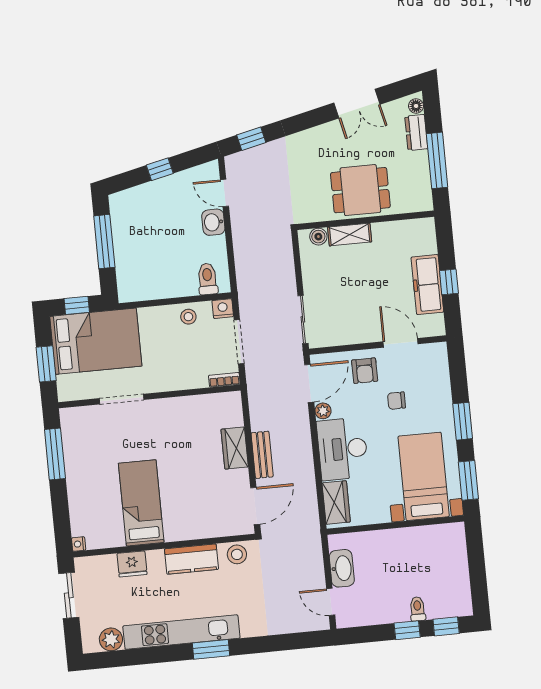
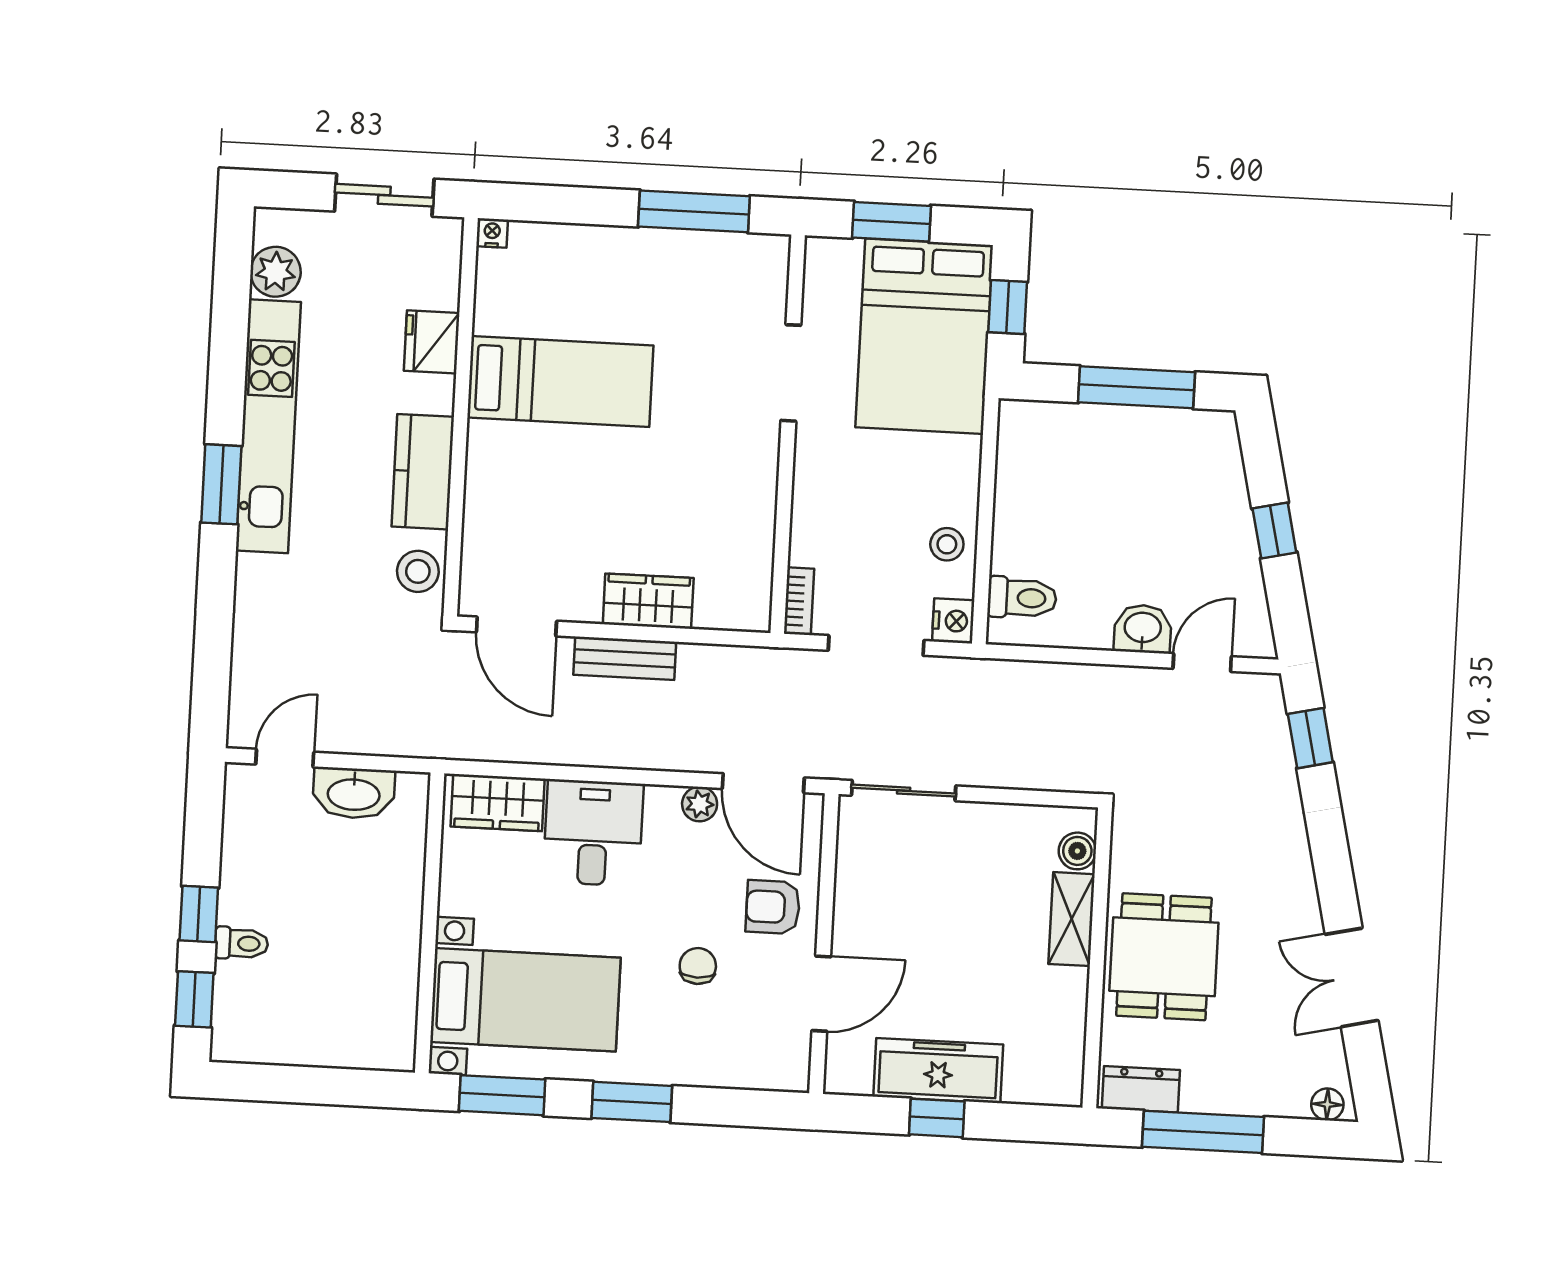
dresser: (416, 132) -> (1141, 1089), moved
desk: (343, 449) -> (593, 833), width x0.73

